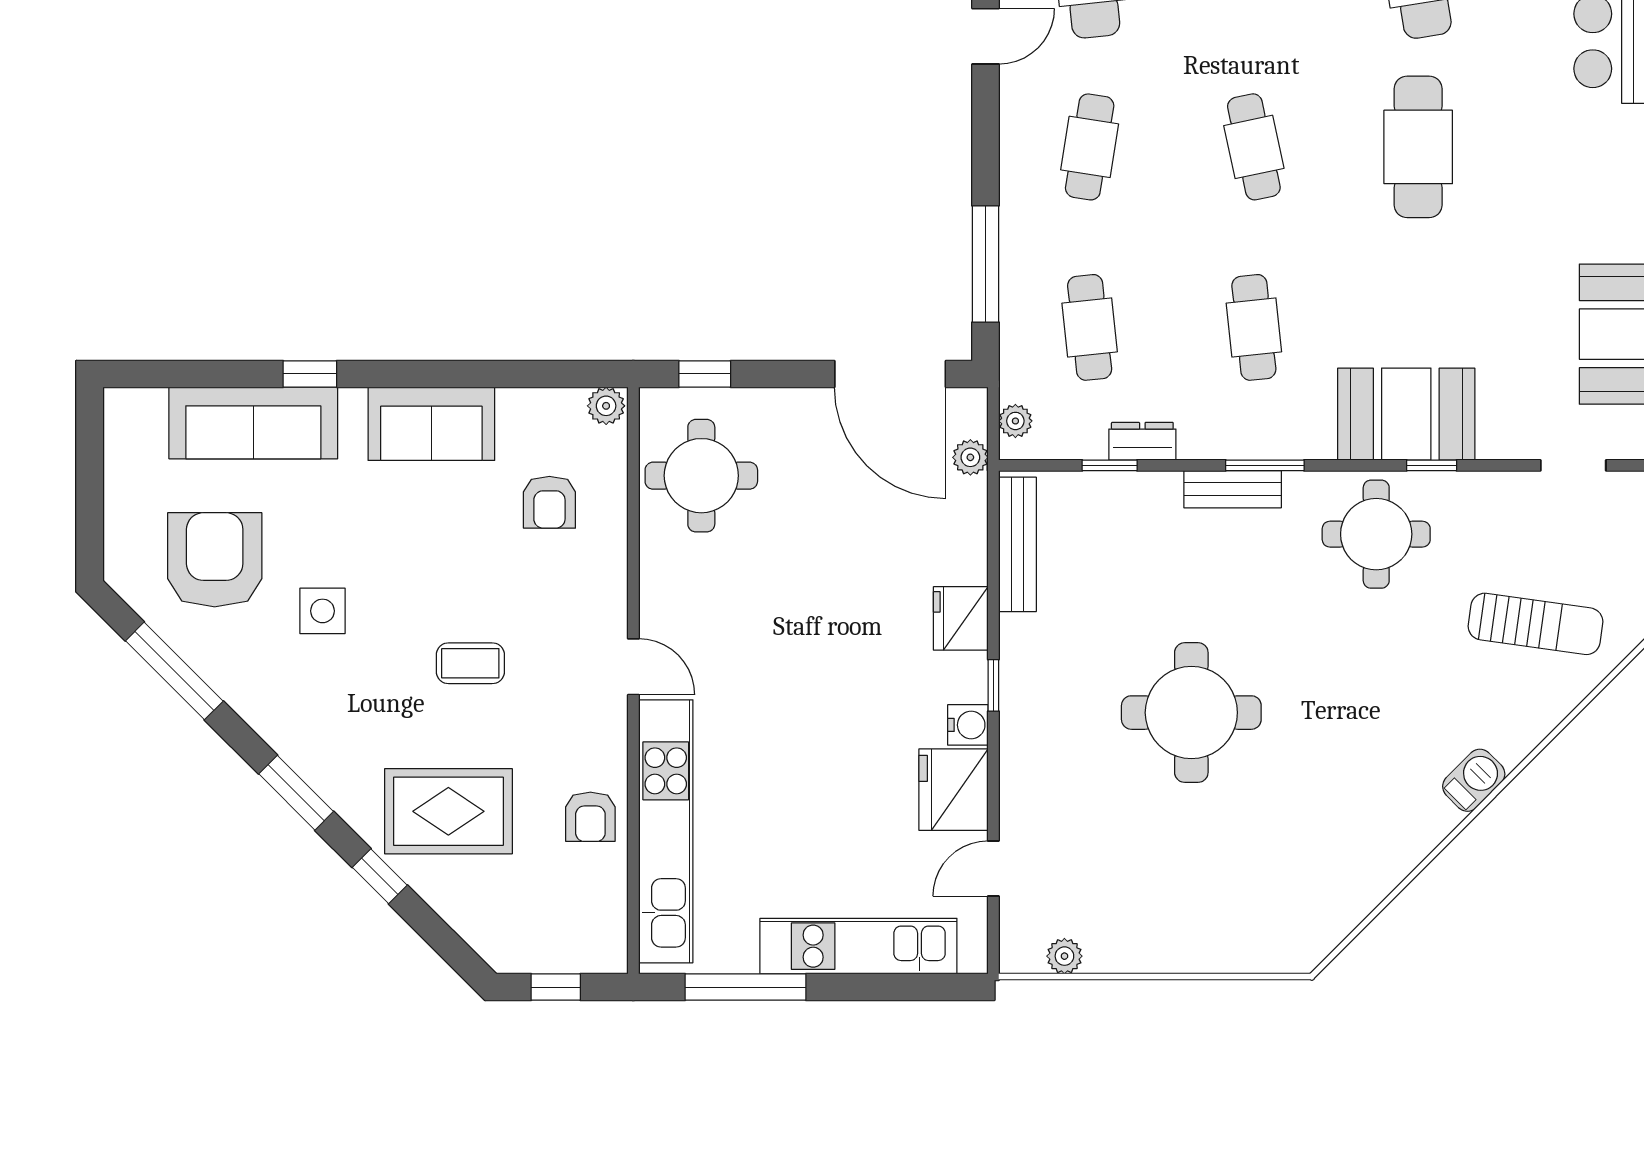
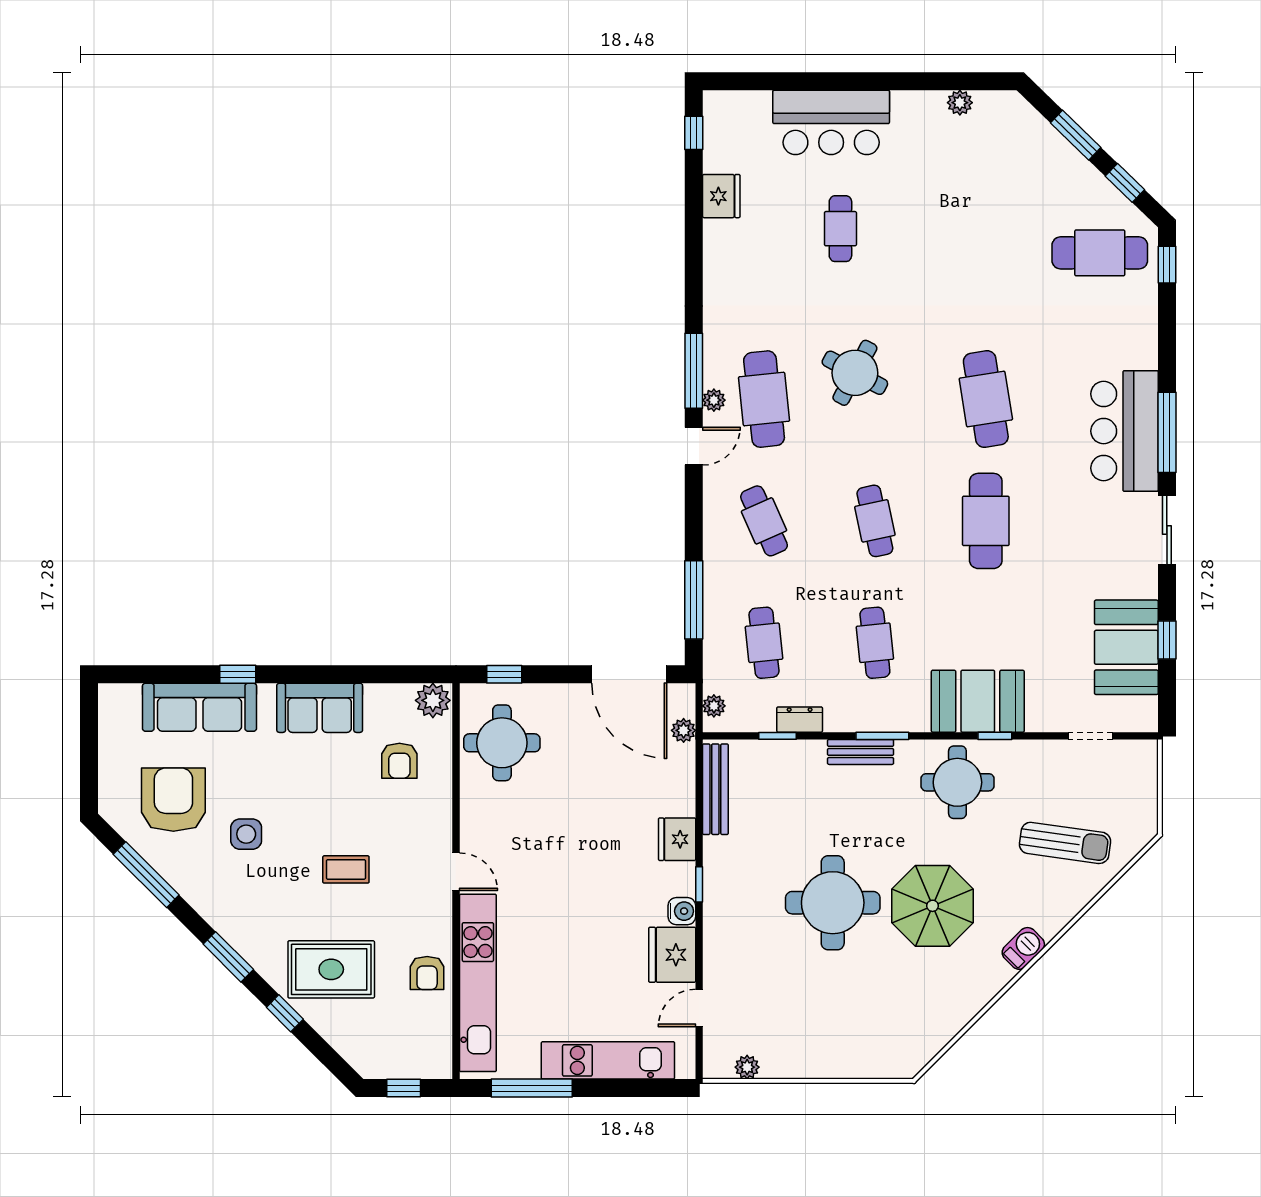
cafe table: (1090, 147) -> (764, 521), turned -33
plant: (606, 406) -> (433, 700), width x1.38, depth x1.38
parasol: (1339, 717) -> (933, 906), added

